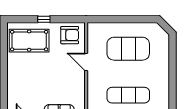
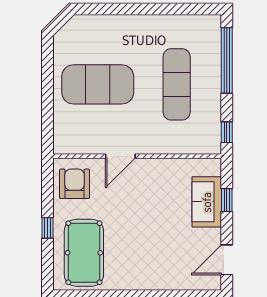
exercise mat: (128, 49) -> (98, 84), turned 90

